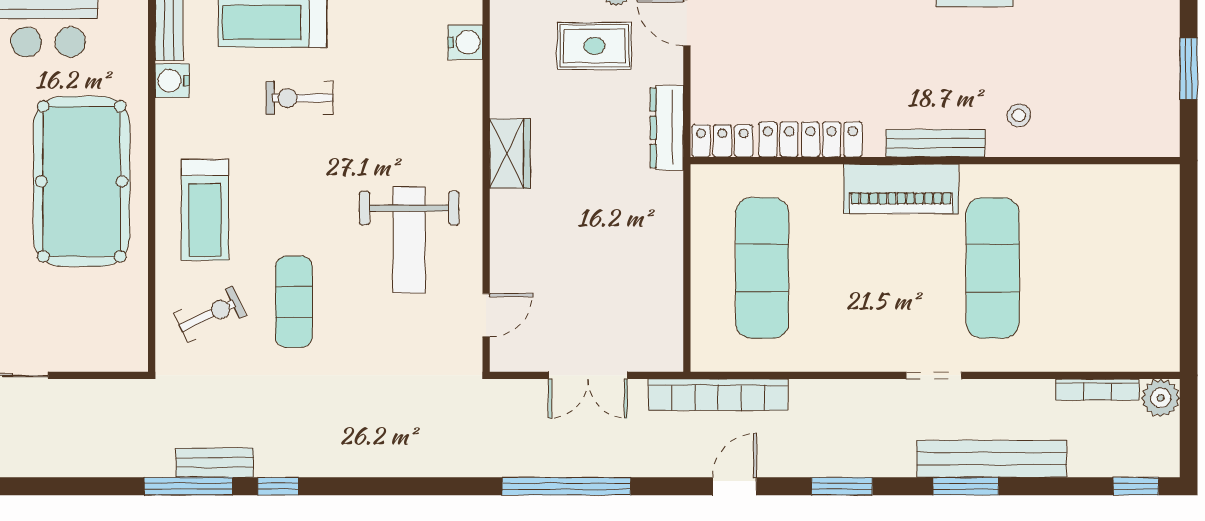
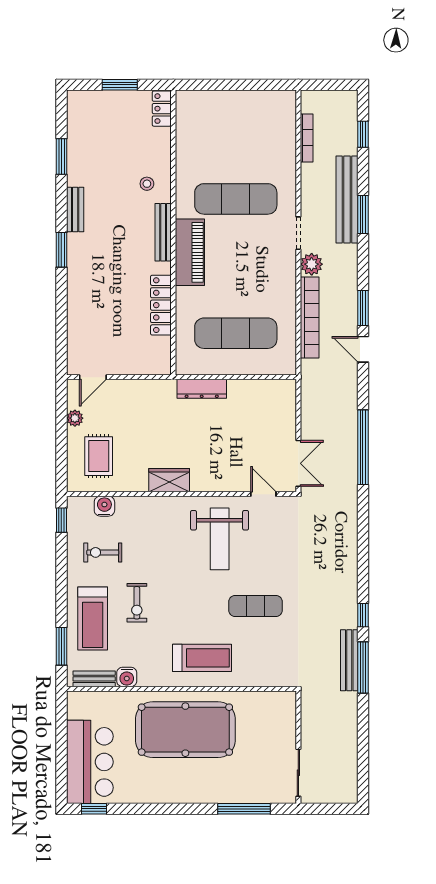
rug: (594, 46) -> (99, 456), moved
dresser: (667, 128) -> (202, 389), moved
locker: (722, 141) -> (162, 109), moved
weight bench: (409, 240) -> (220, 539), turned 90
exercise bike: (210, 314) -> (103, 552), moved, turned -65
double door: (588, 375) -> (298, 463), moved
bookcase: (718, 395) -> (310, 317), moved
plant: (1161, 398) -> (312, 264), moved
bench: (215, 463) -> (349, 660), width x1.36
window: (842, 486) -> (363, 308), moved
window: (1136, 486) -> (363, 134), moved

